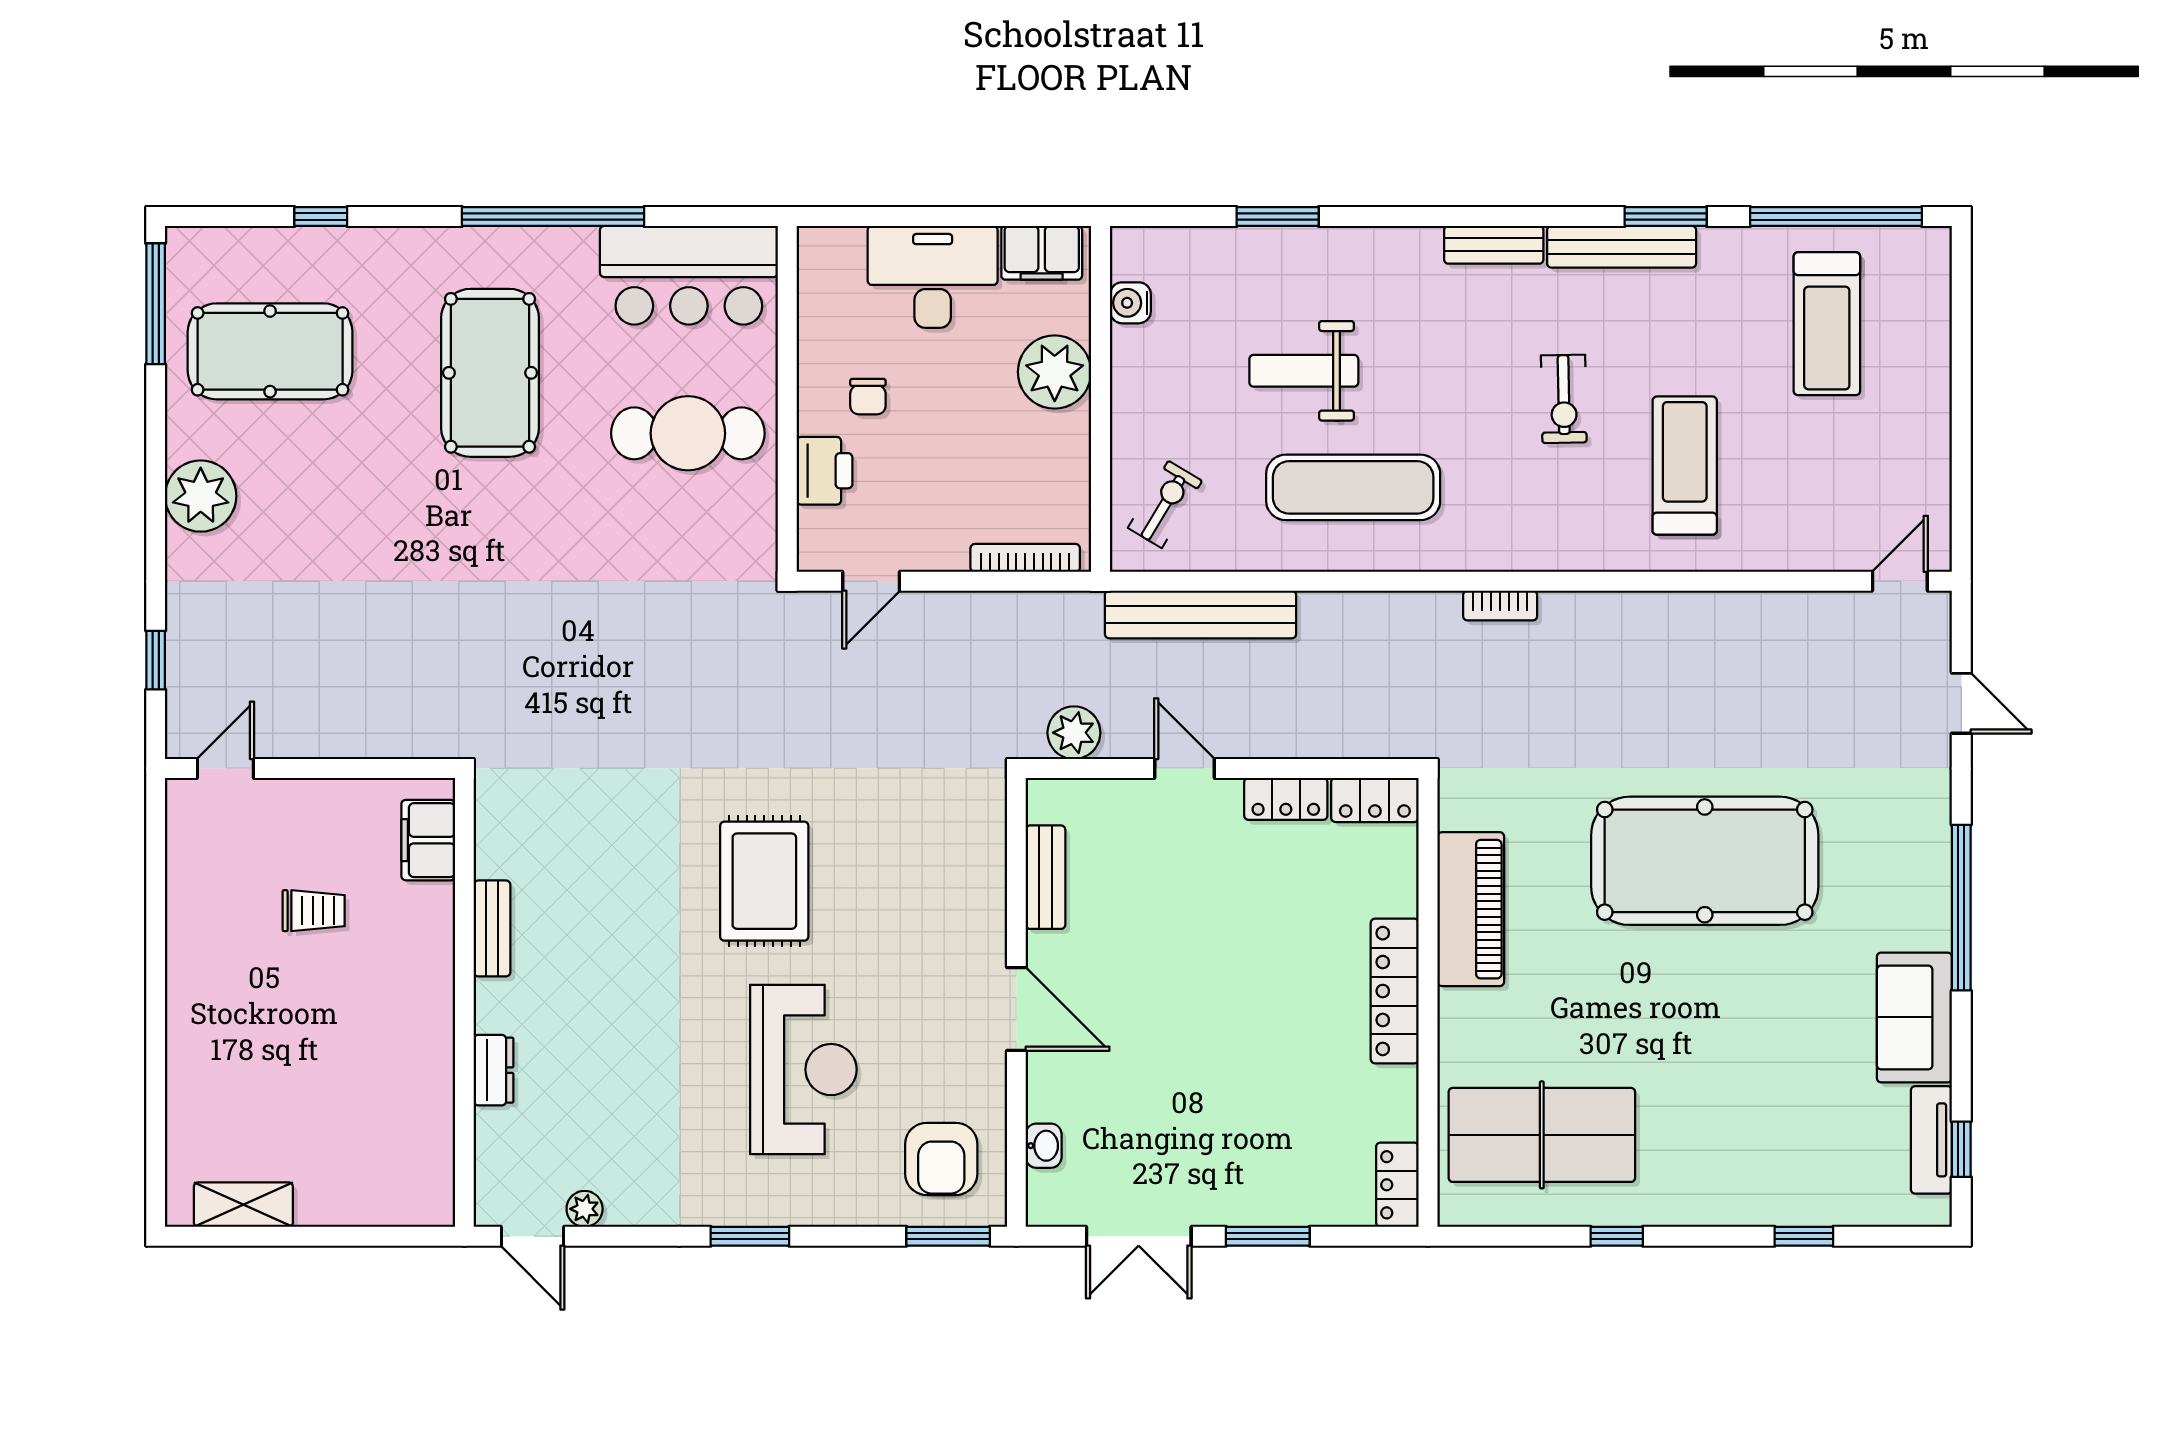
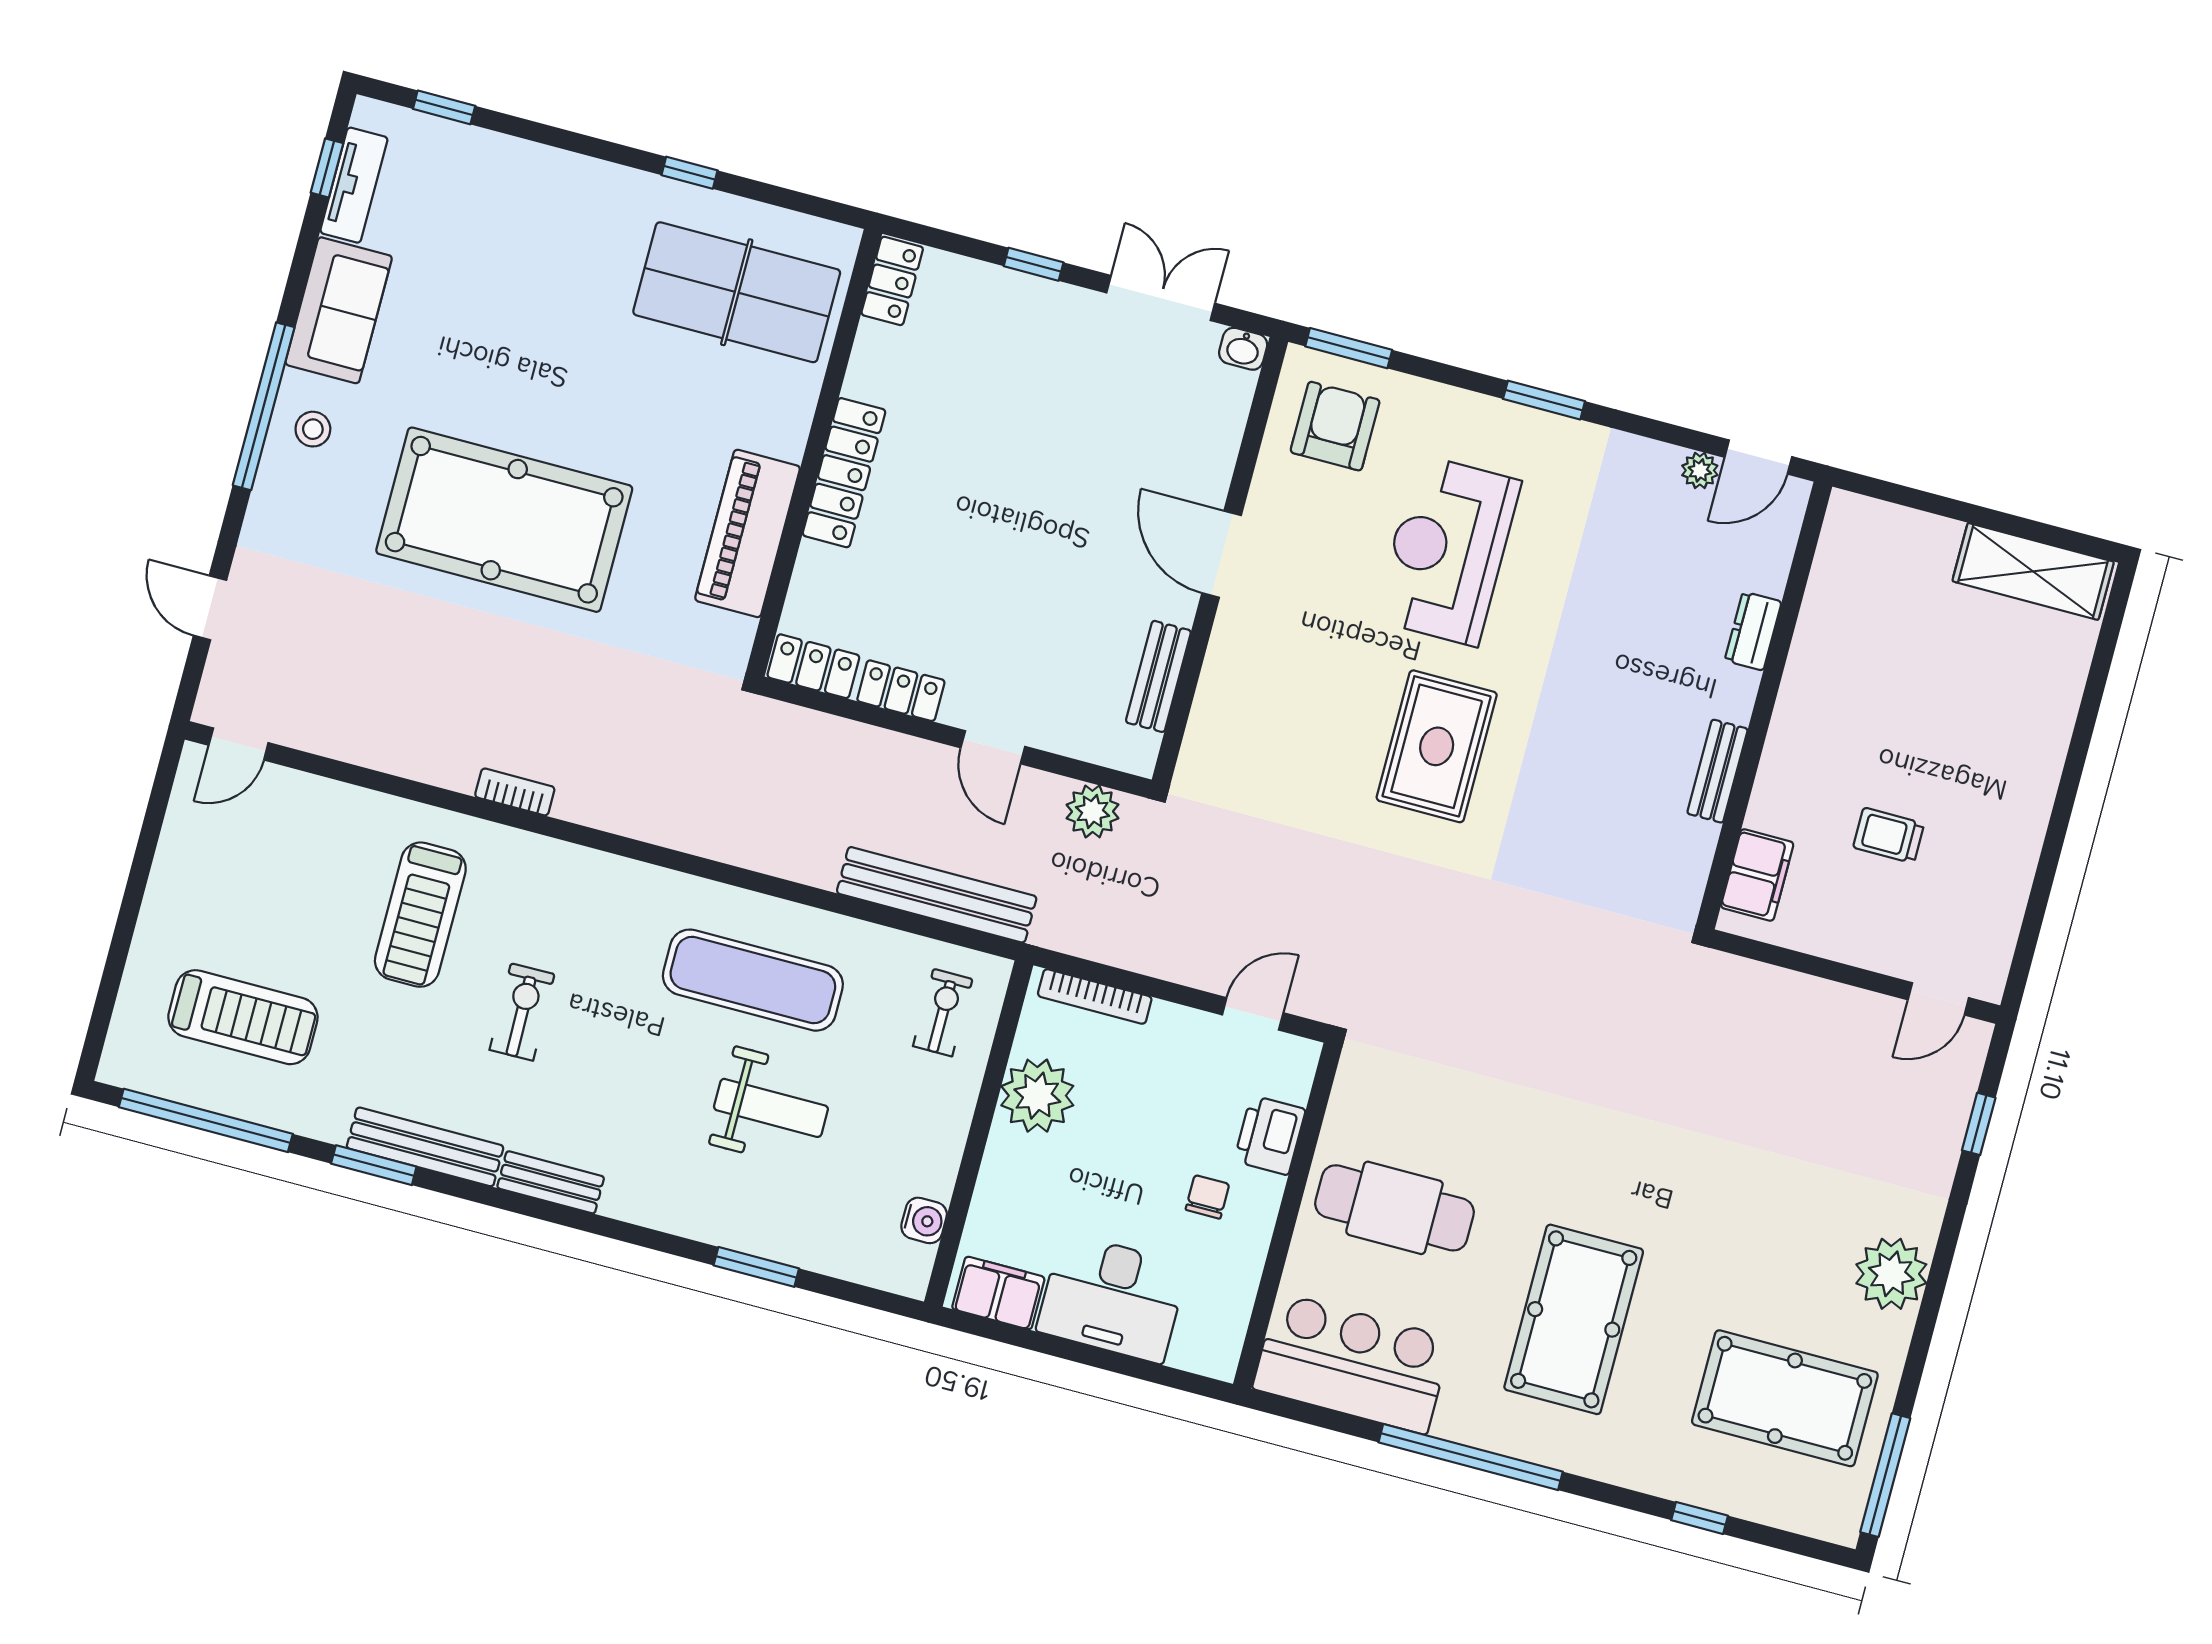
treadmill: (1827, 324) -> (243, 1017), turned 90
plant: (1055, 372) -> (1037, 1096), moved
exercise bike: (1165, 504) -> (943, 1013), turned 149
bookcase: (1500, 606) -> (515, 792), moved
stool: (1909, 898) -> (313, 429), added
washbasin: (1044, 1146) -> (1243, 349), moved, turned -90
shelving: (243, 1205) -> (2033, 571), width x1.50, depth x1.33
door: (533, 1236) -> (1758, 457), swing flipped
window: (1268, 1236) -> (1034, 264), width x0.67
window: (1804, 1236) -> (444, 107), moved

